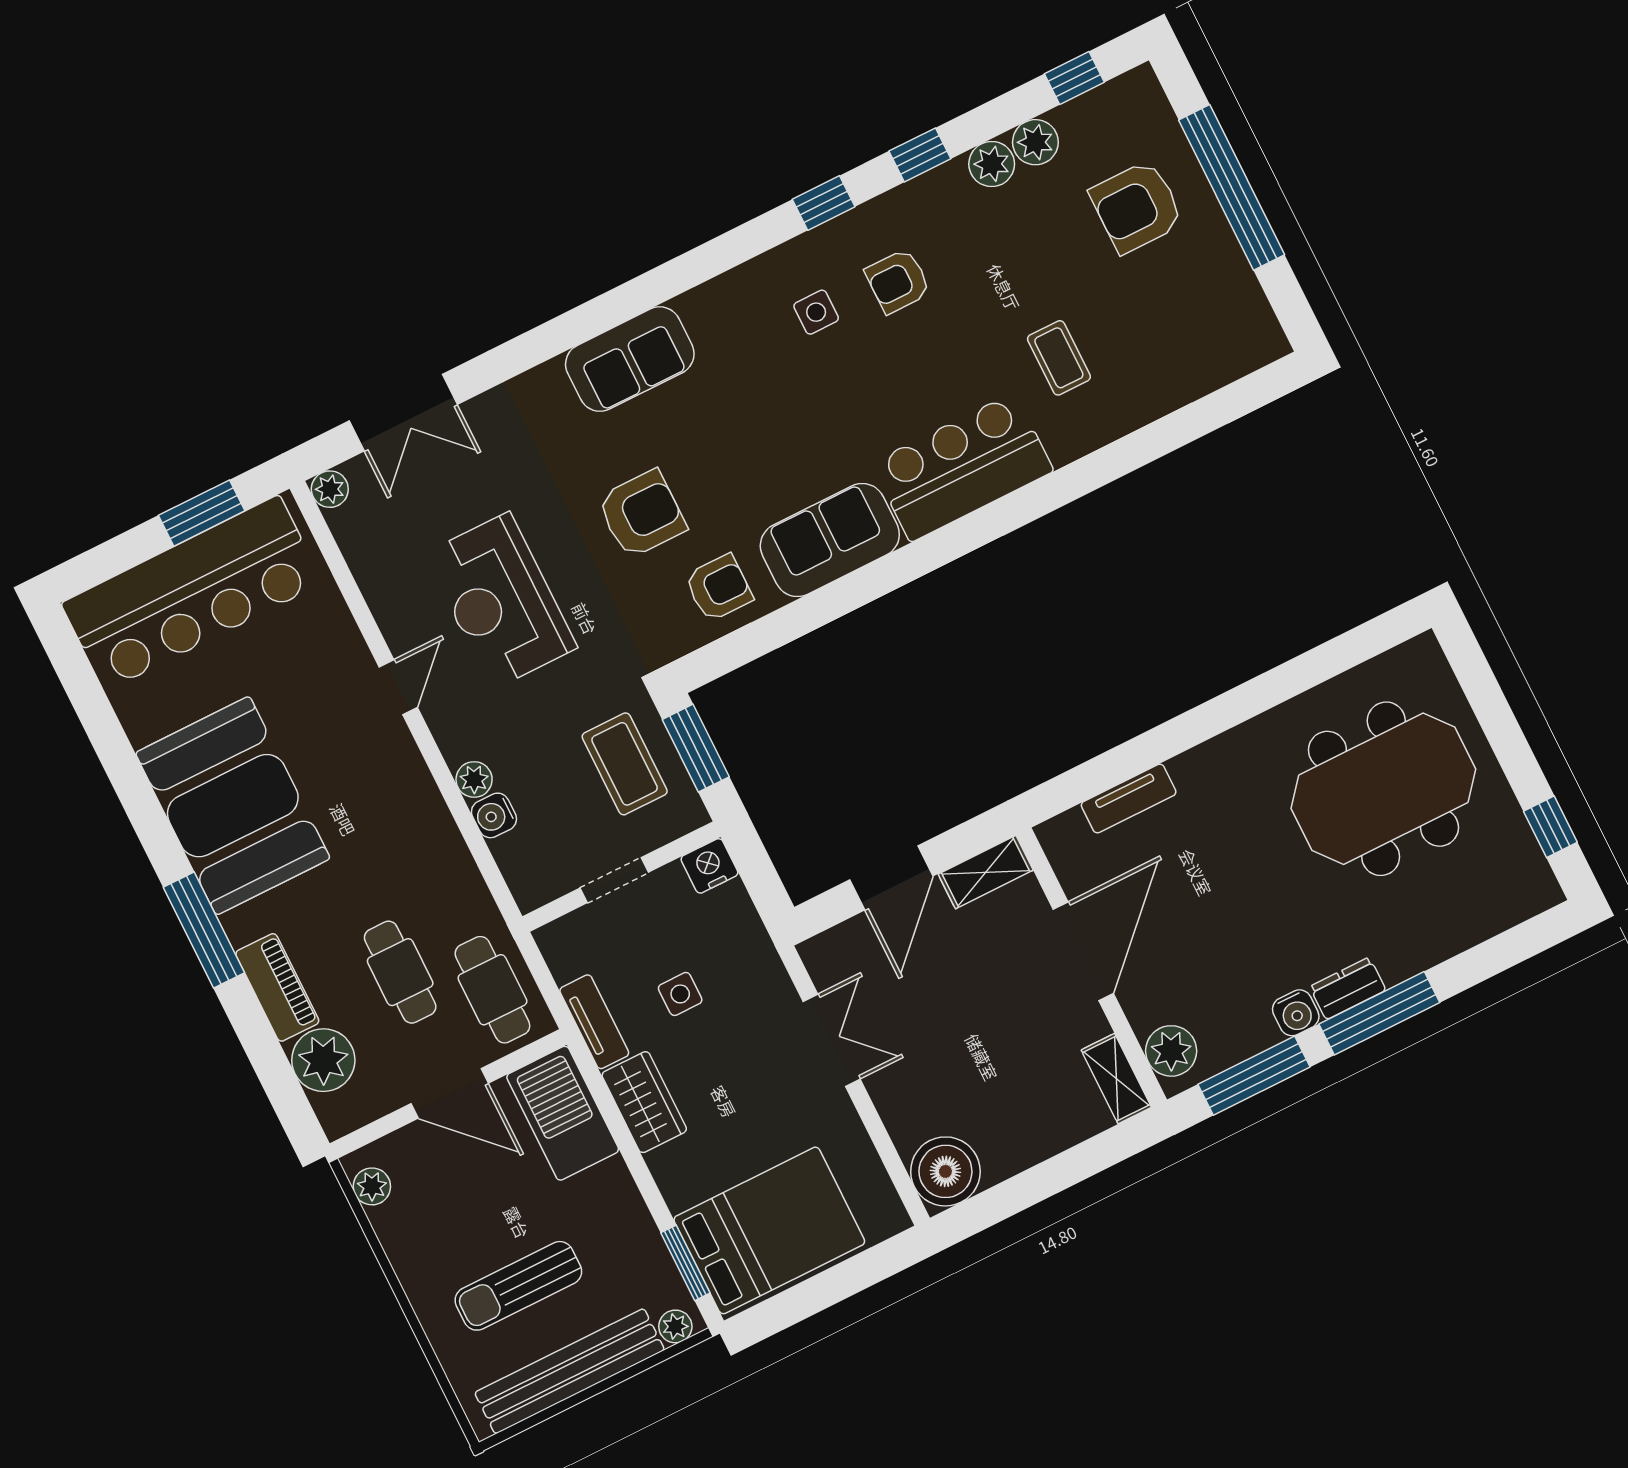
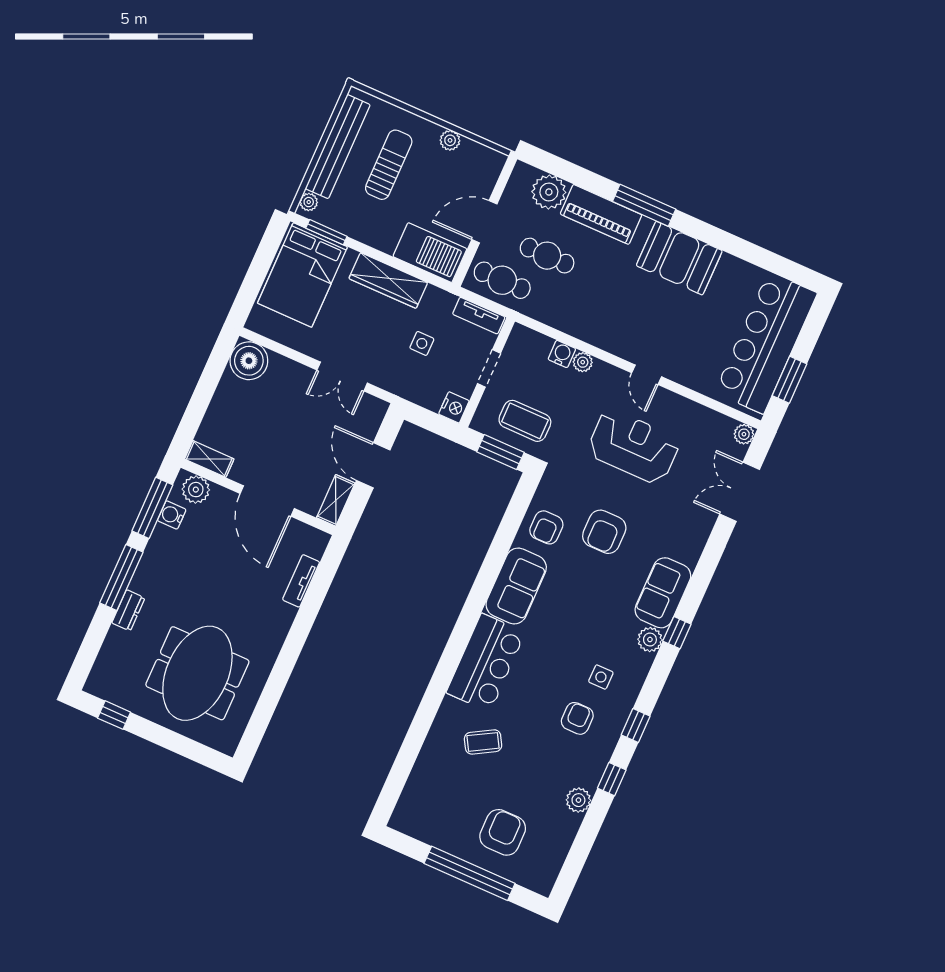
window: (1074, 78) -> (677, 633), moved
plant: (1035, 142) -> (650, 640), moved
coffee table: (1059, 358) -> (483, 742), turned -30
booth: (233, 806) -> (679, 258), width x0.73, depth x0.70
piano: (277, 987) -> (601, 214), width x1.37, depth x1.33
dresser: (1348, 988) -> (128, 610), moved
water cooler: (1296, 1013) -> (172, 515), moved
tv unit: (594, 1022) -> (479, 316), moved
wardrobe: (644, 1102) -> (388, 281), width x1.50
plant: (372, 1186) -> (450, 140), moved

